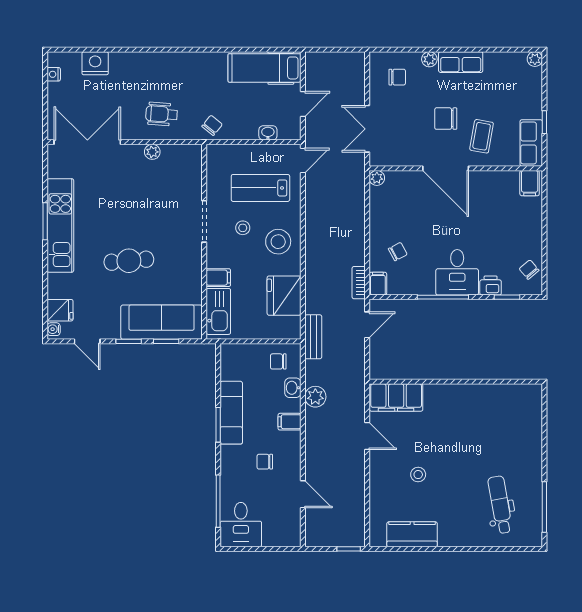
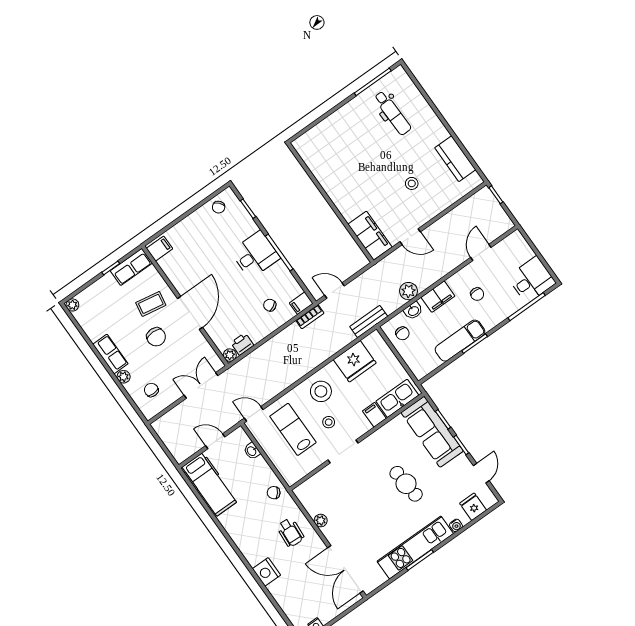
nightstand: (95, 63) -> (266, 572), moved
double door: (367, 129) -> (201, 385), swing flipped
lab bench: (260, 188) -> (293, 429), turned 180
printer: (491, 285) -> (242, 344), moved, turned 90
water cooler: (54, 329) -> (456, 525), moved
filing cabinet: (289, 422) -> (438, 297), width x2.00
door: (367, 436) -> (410, 237), swing flipped
dental chair: (500, 505) -> (393, 113), turned -81

